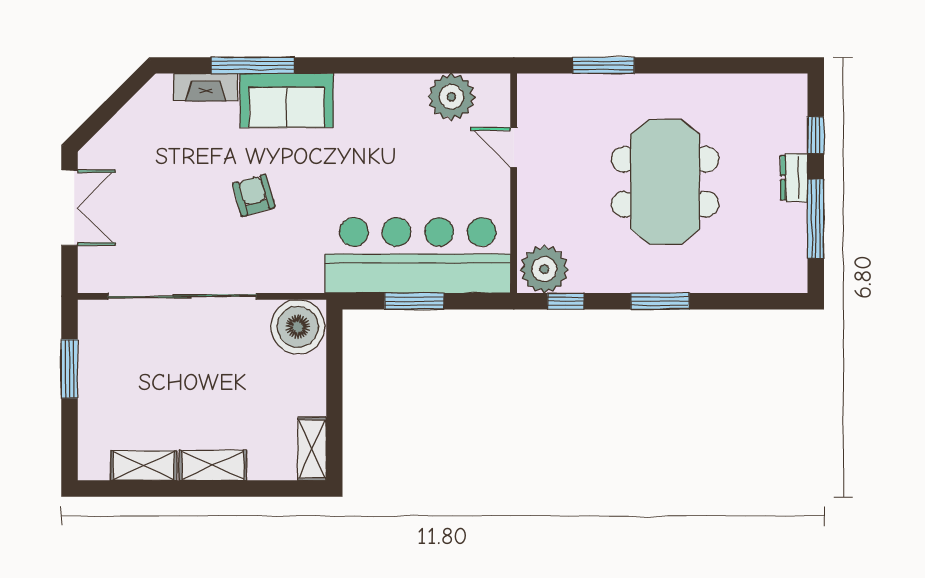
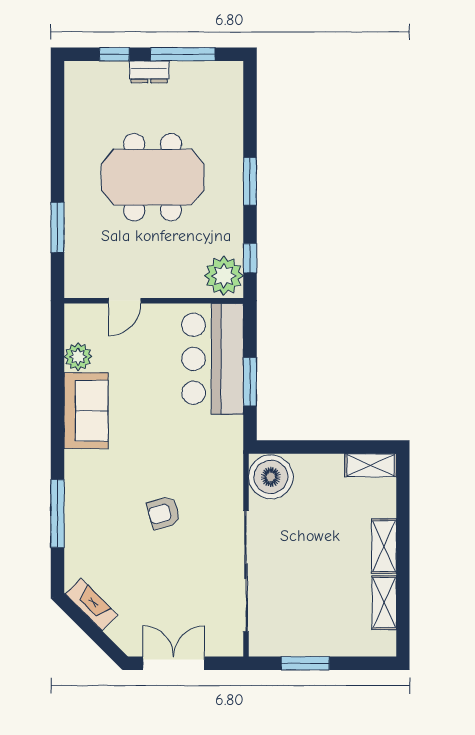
fireplace: (206, 87) -> (91, 604), moved, turned -45
plant: (451, 97) -> (78, 357), width x0.73, depth x0.73
sofa: (287, 100) -> (86, 411), moved
bar counter: (418, 255) -> (213, 359), width x0.73

